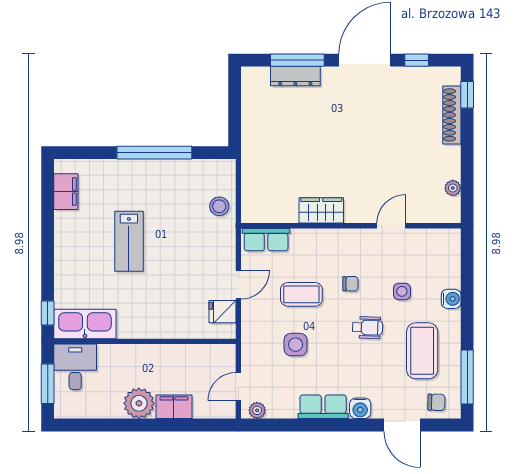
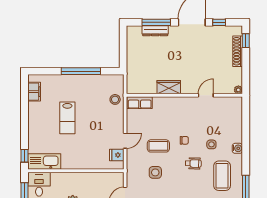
wardrobe: (321, 210) -> (169, 87), moved
wall: (351, 226) -> (184, 95), moved
door: (391, 226) -> (206, 95), moved
row of seats: (266, 240) -> (140, 103), moved

